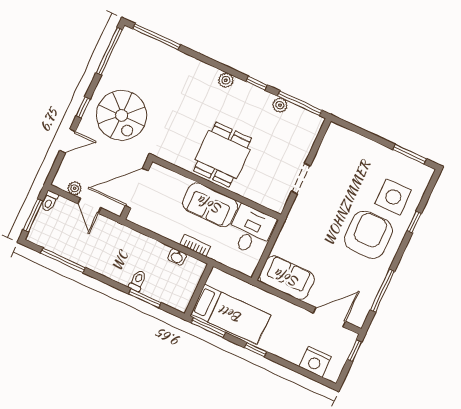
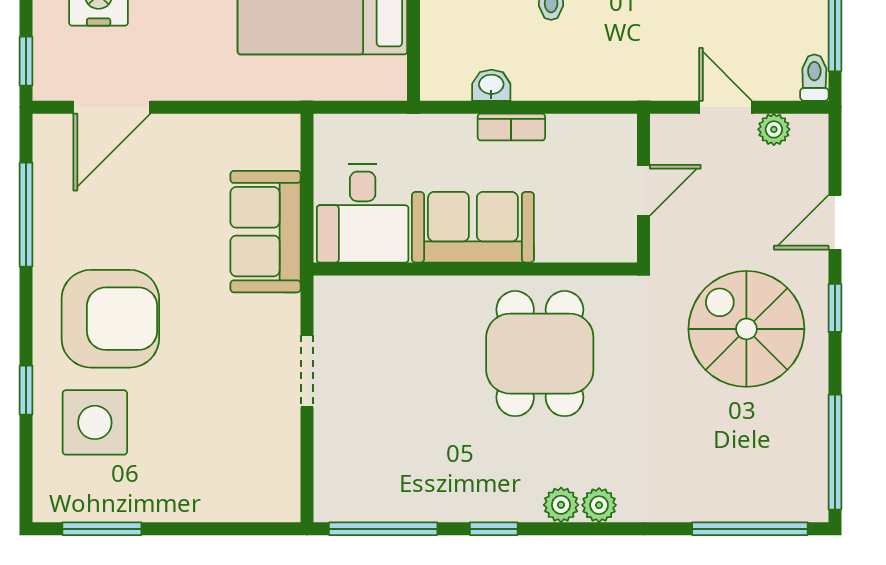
plant: (280, 105) -> (599, 505), moved
dining table: (223, 155) -> (540, 354), moved
door: (137, 188) -> (643, 190), width x0.53
armchair: (368, 235) -> (110, 319), turned -90
bookcase: (195, 245) -> (511, 127), moved
sofa: (287, 278) -> (265, 232), moved, turned 90

